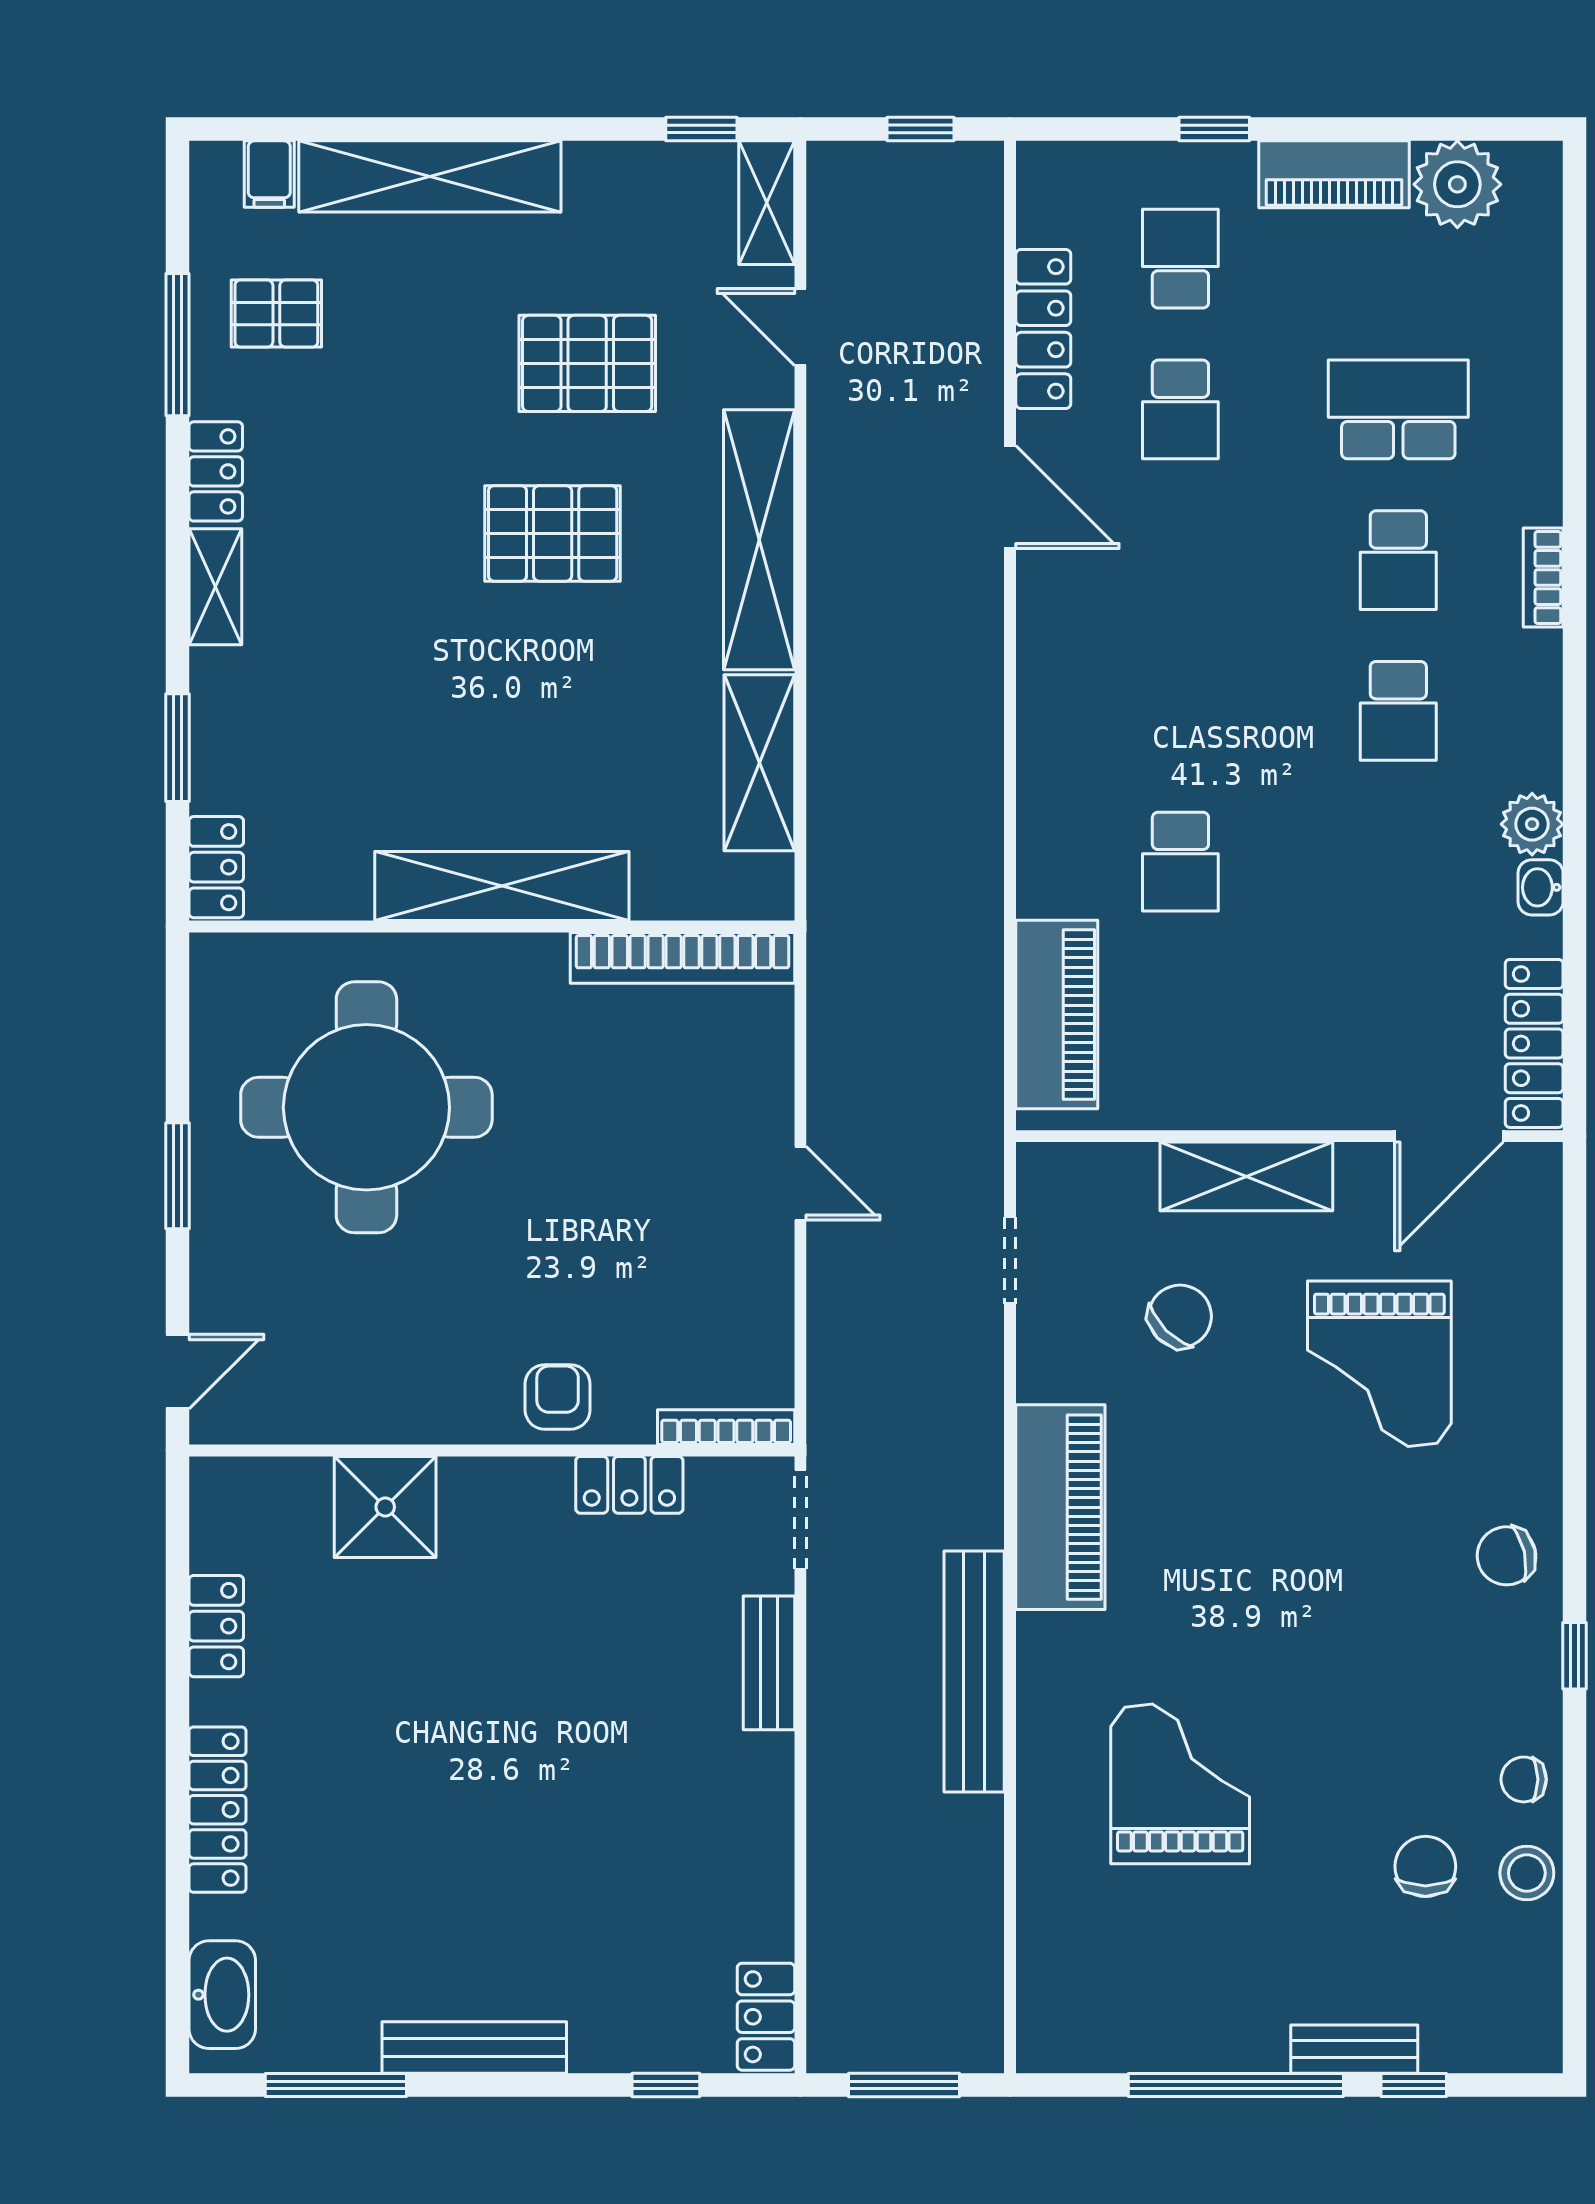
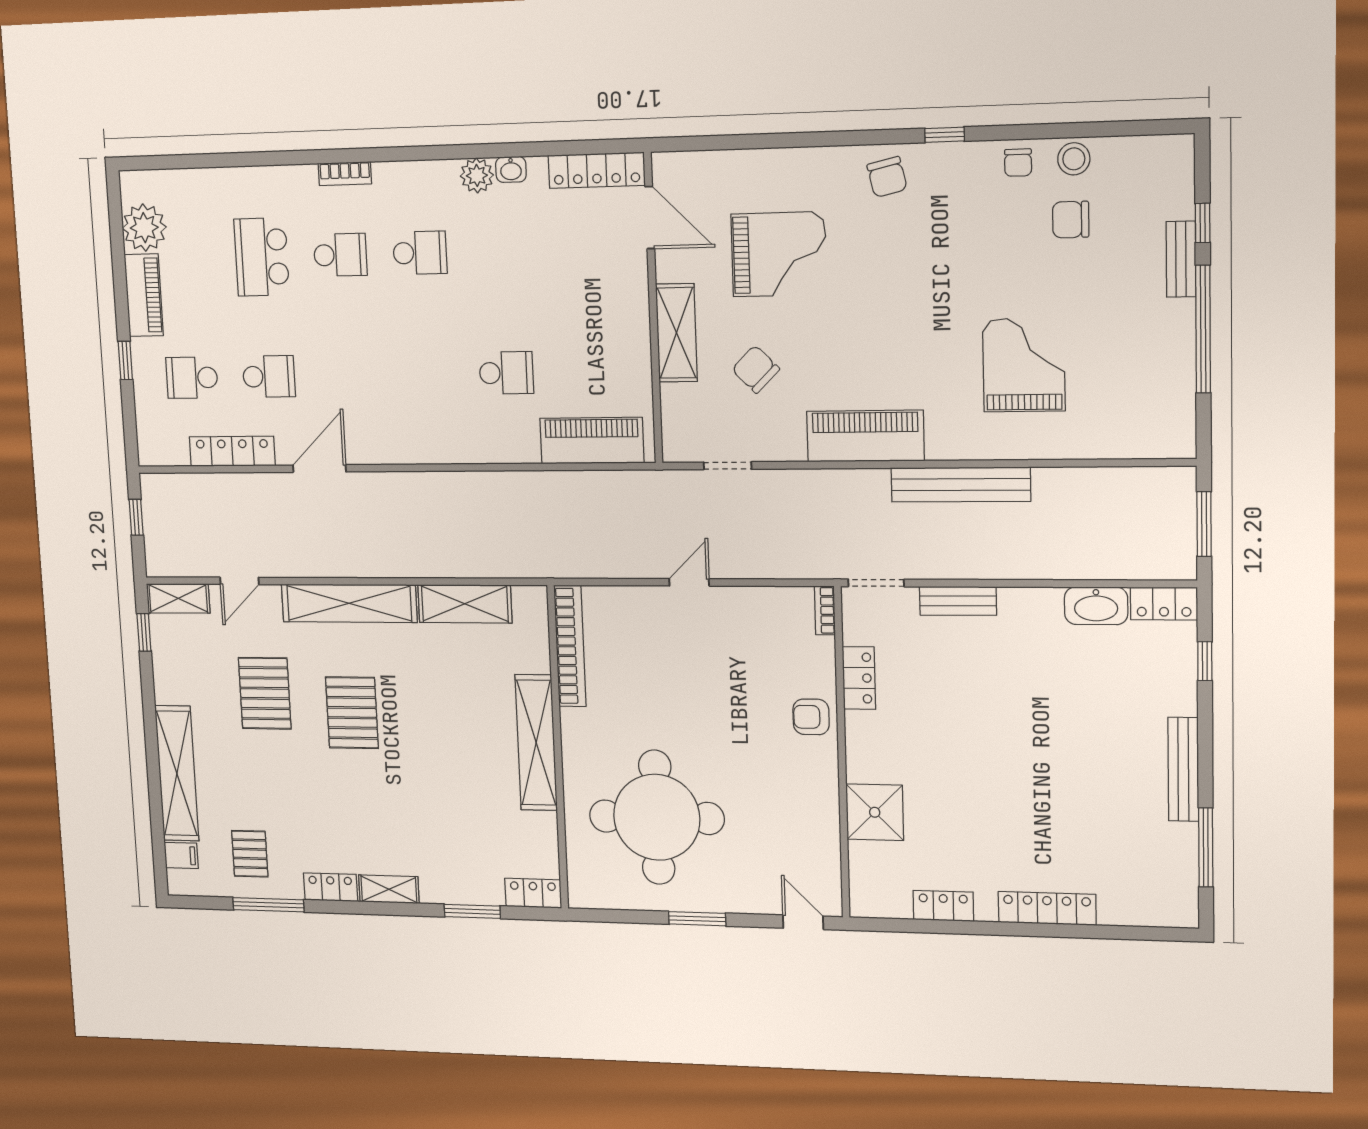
bookcase: (726, 1427) -> (825, 610), width x0.64
grand piano: (1180, 1784) -> (1024, 365), turned 90
washbasin: (222, 1995) -> (1096, 606), moved, turned 180

